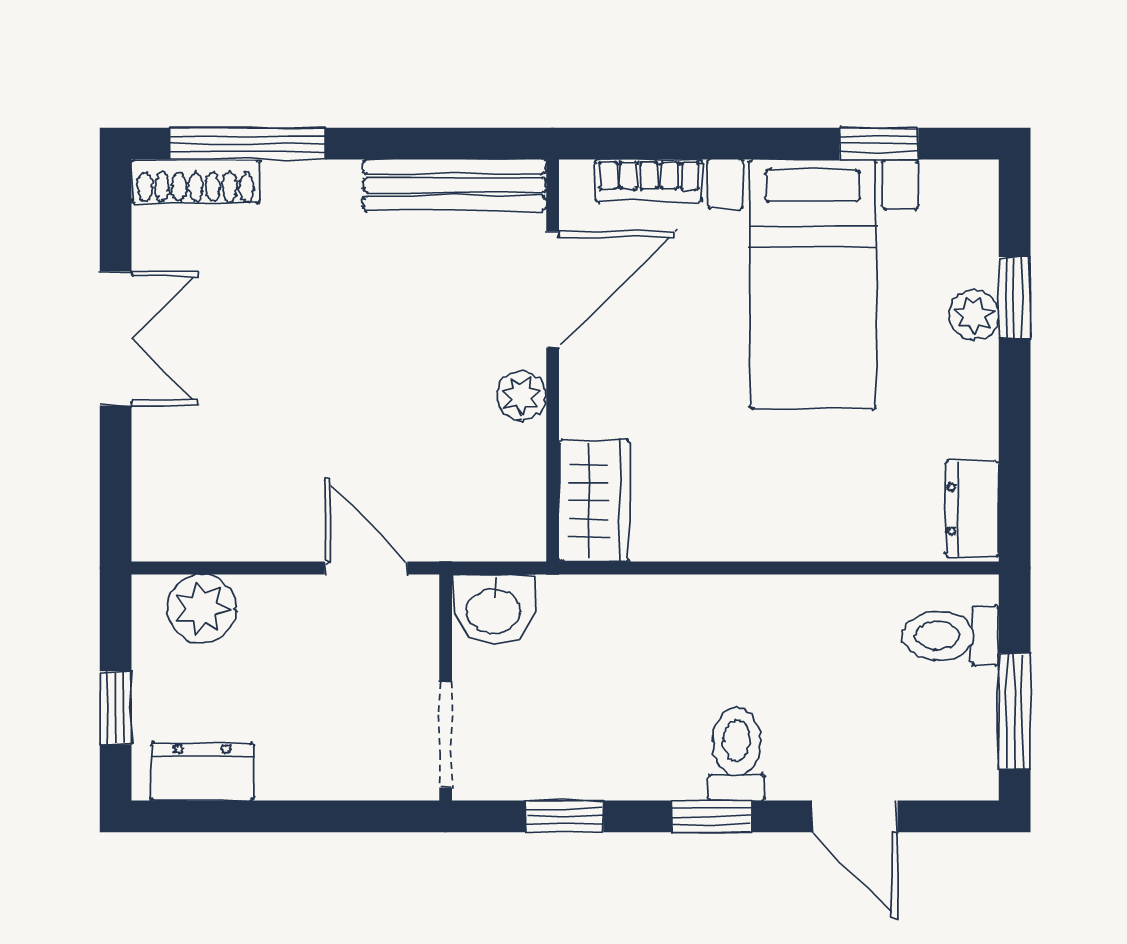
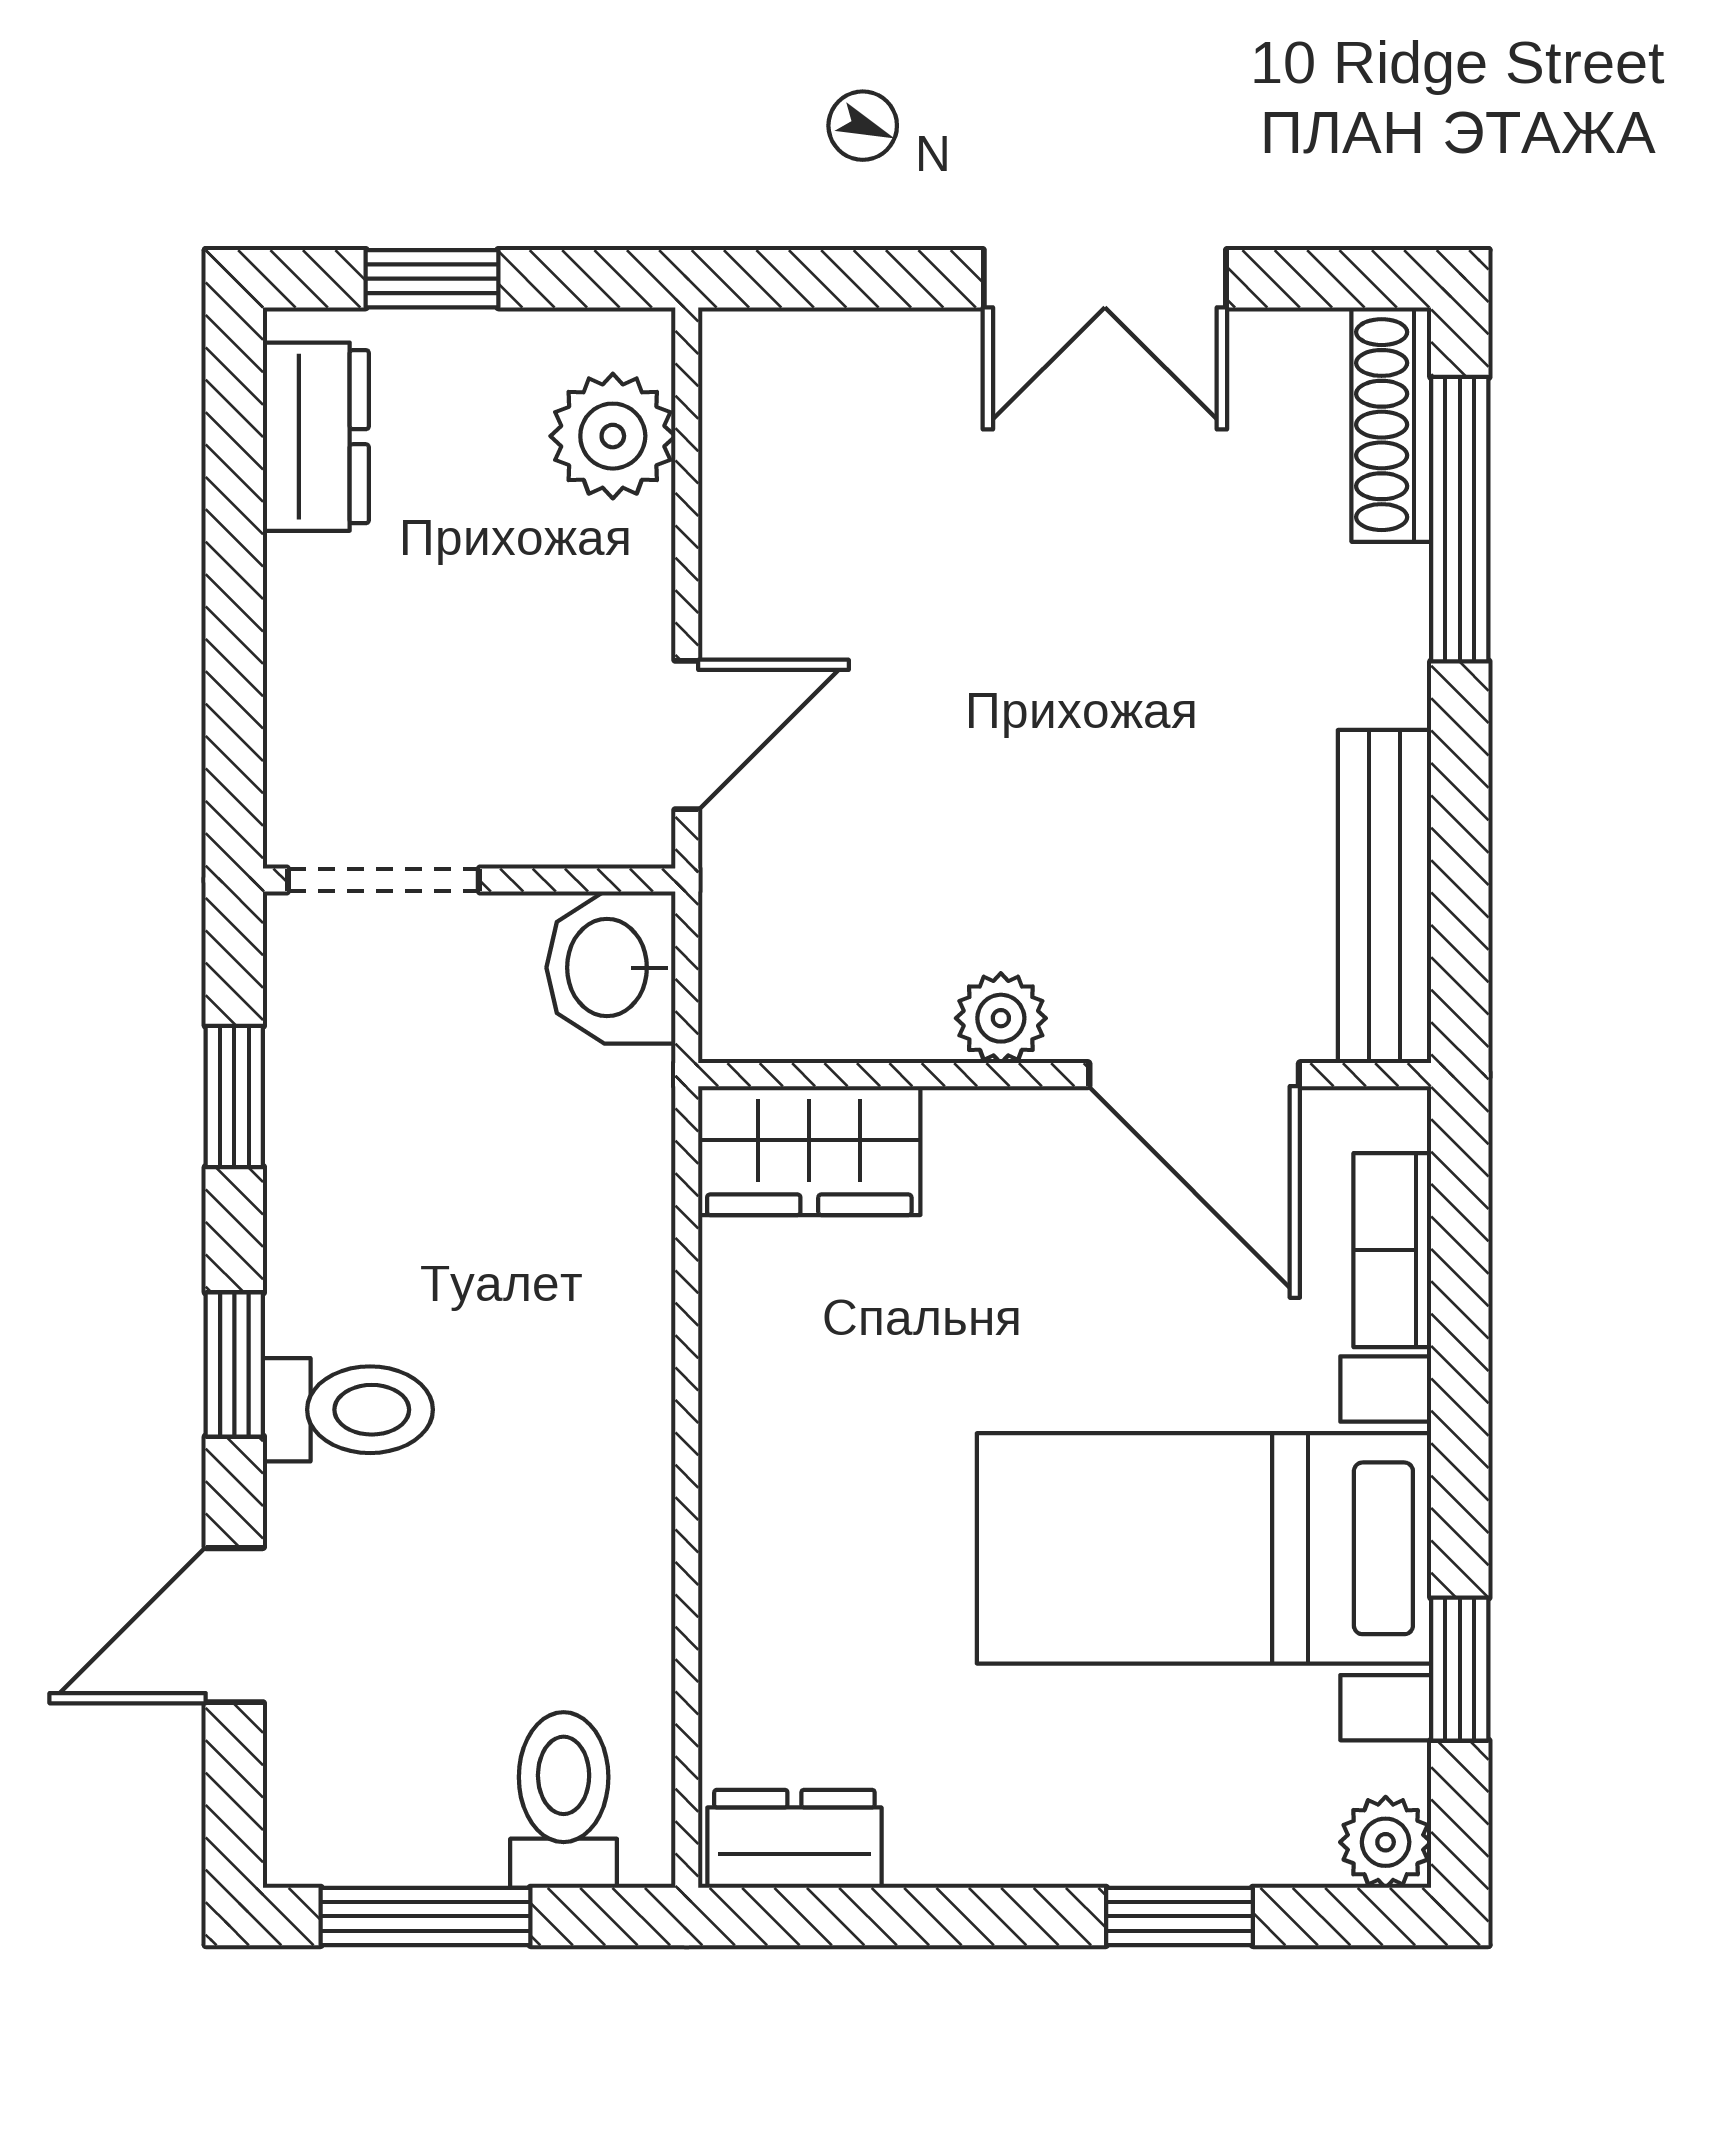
plant: (974, 315) -> (1386, 1842), moved

